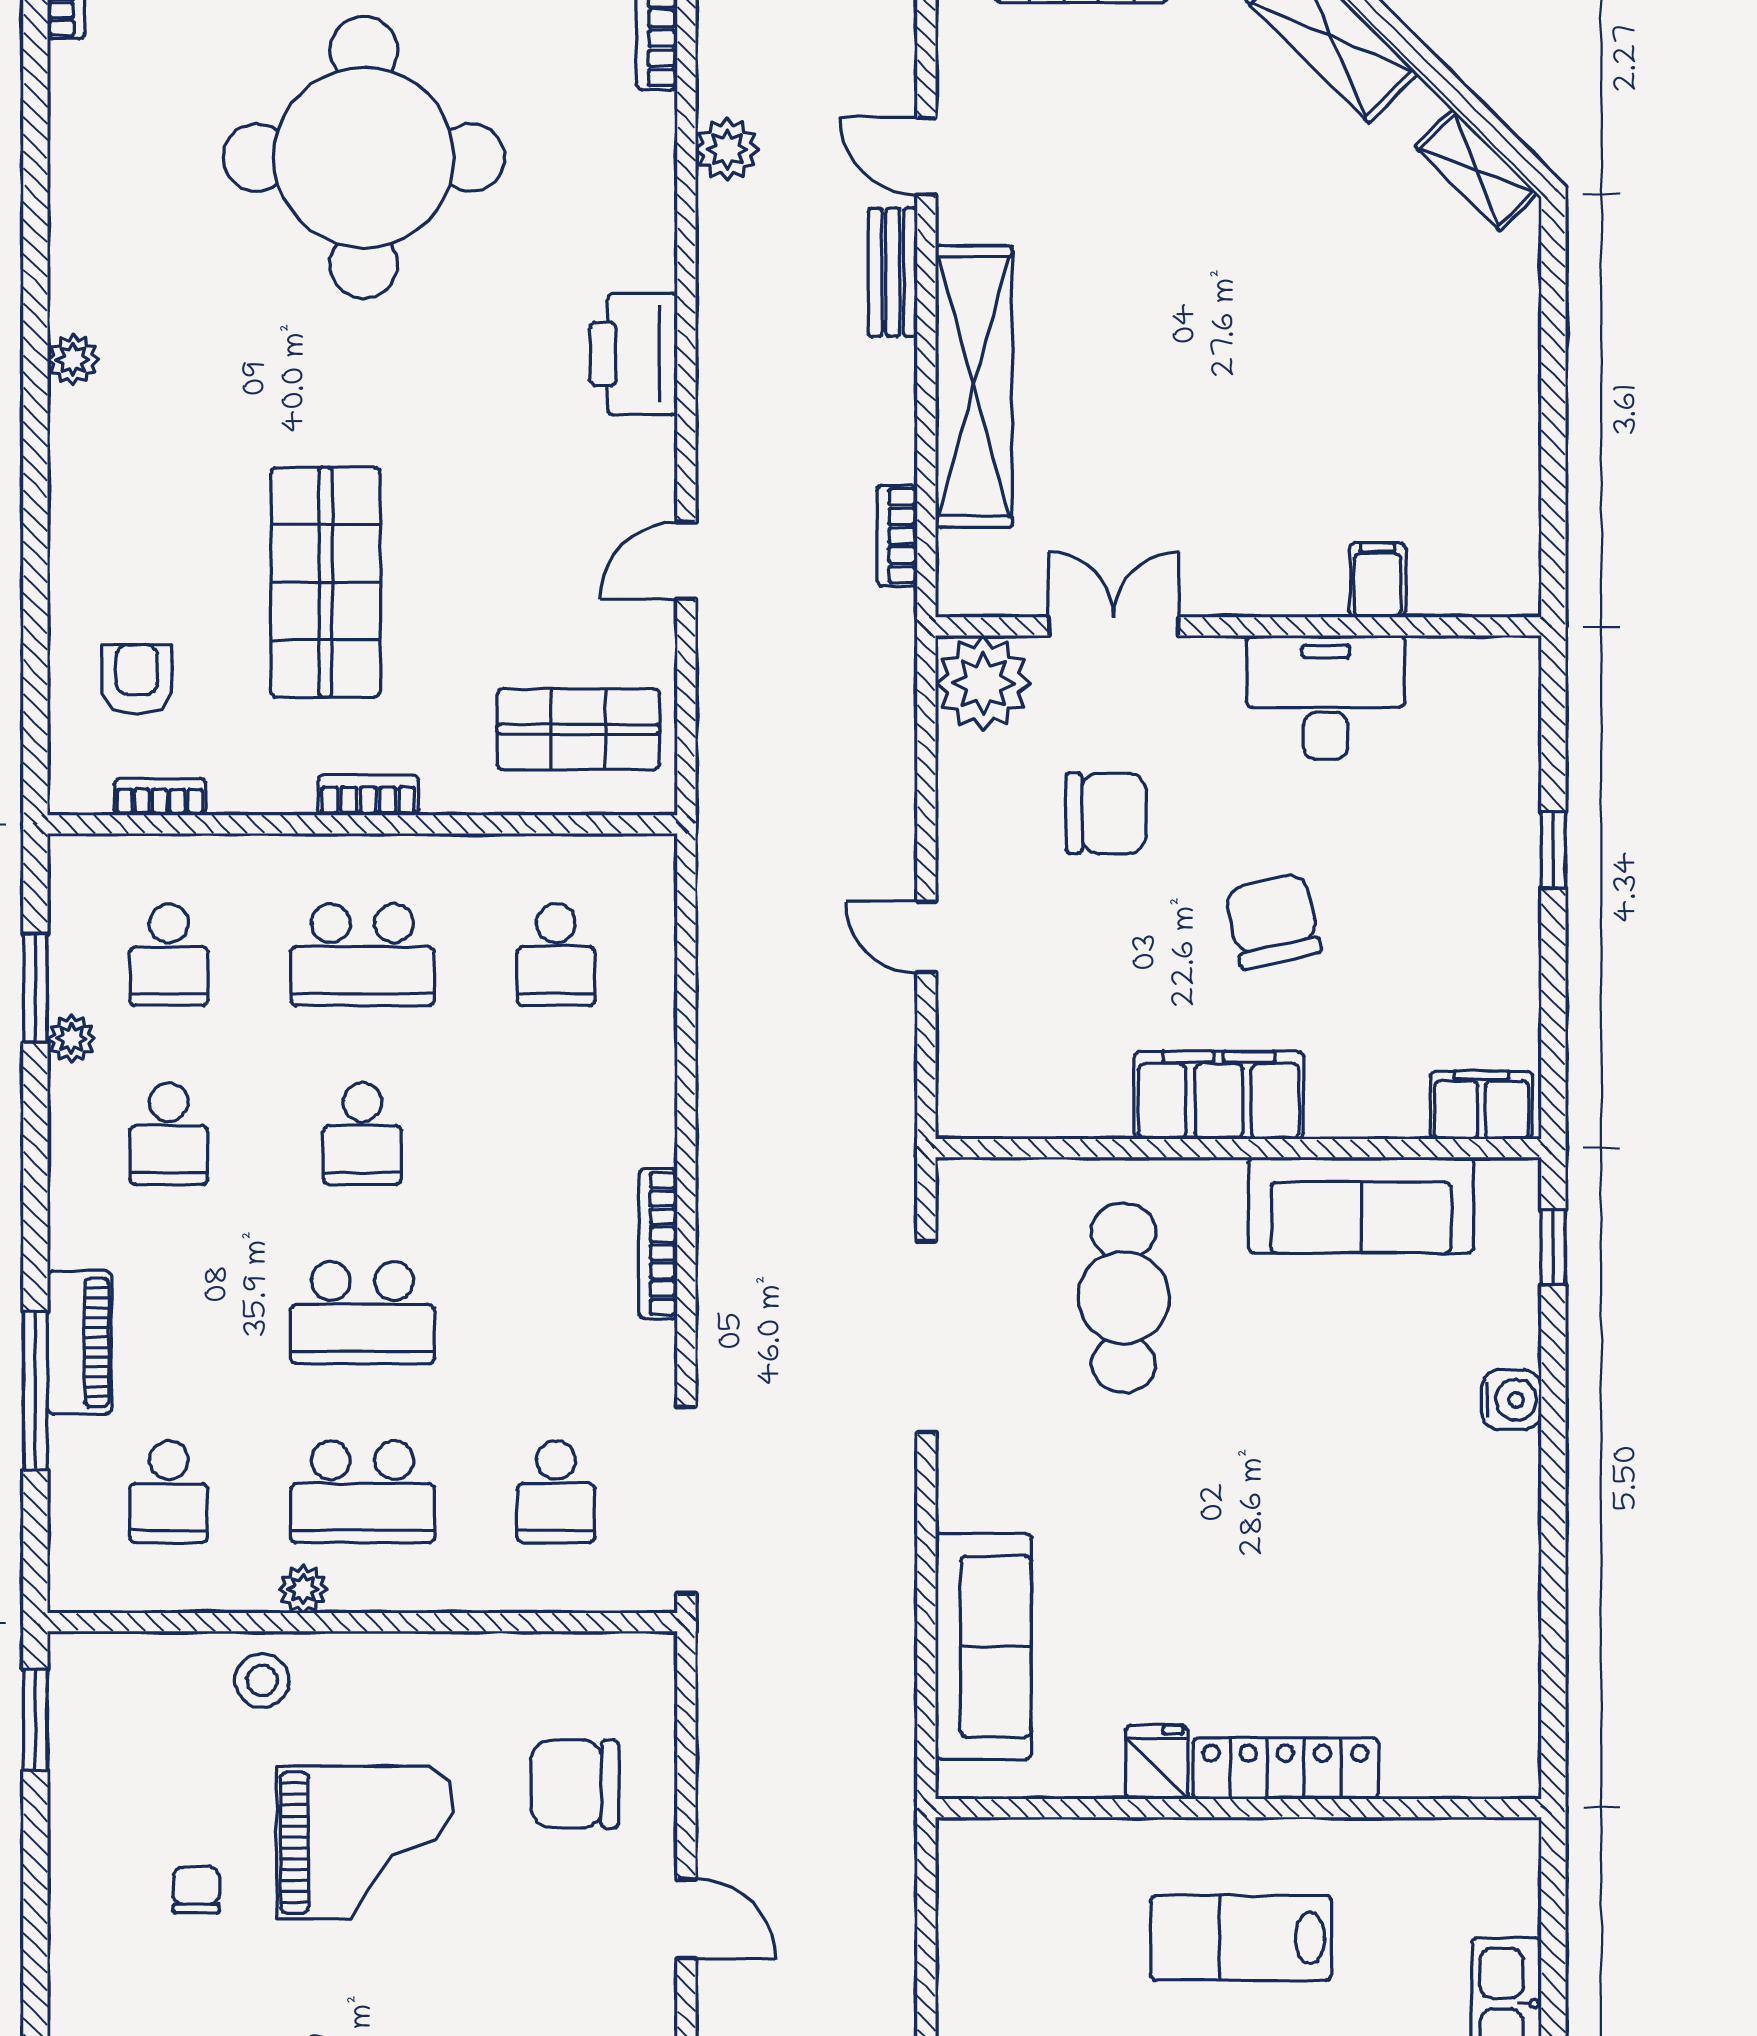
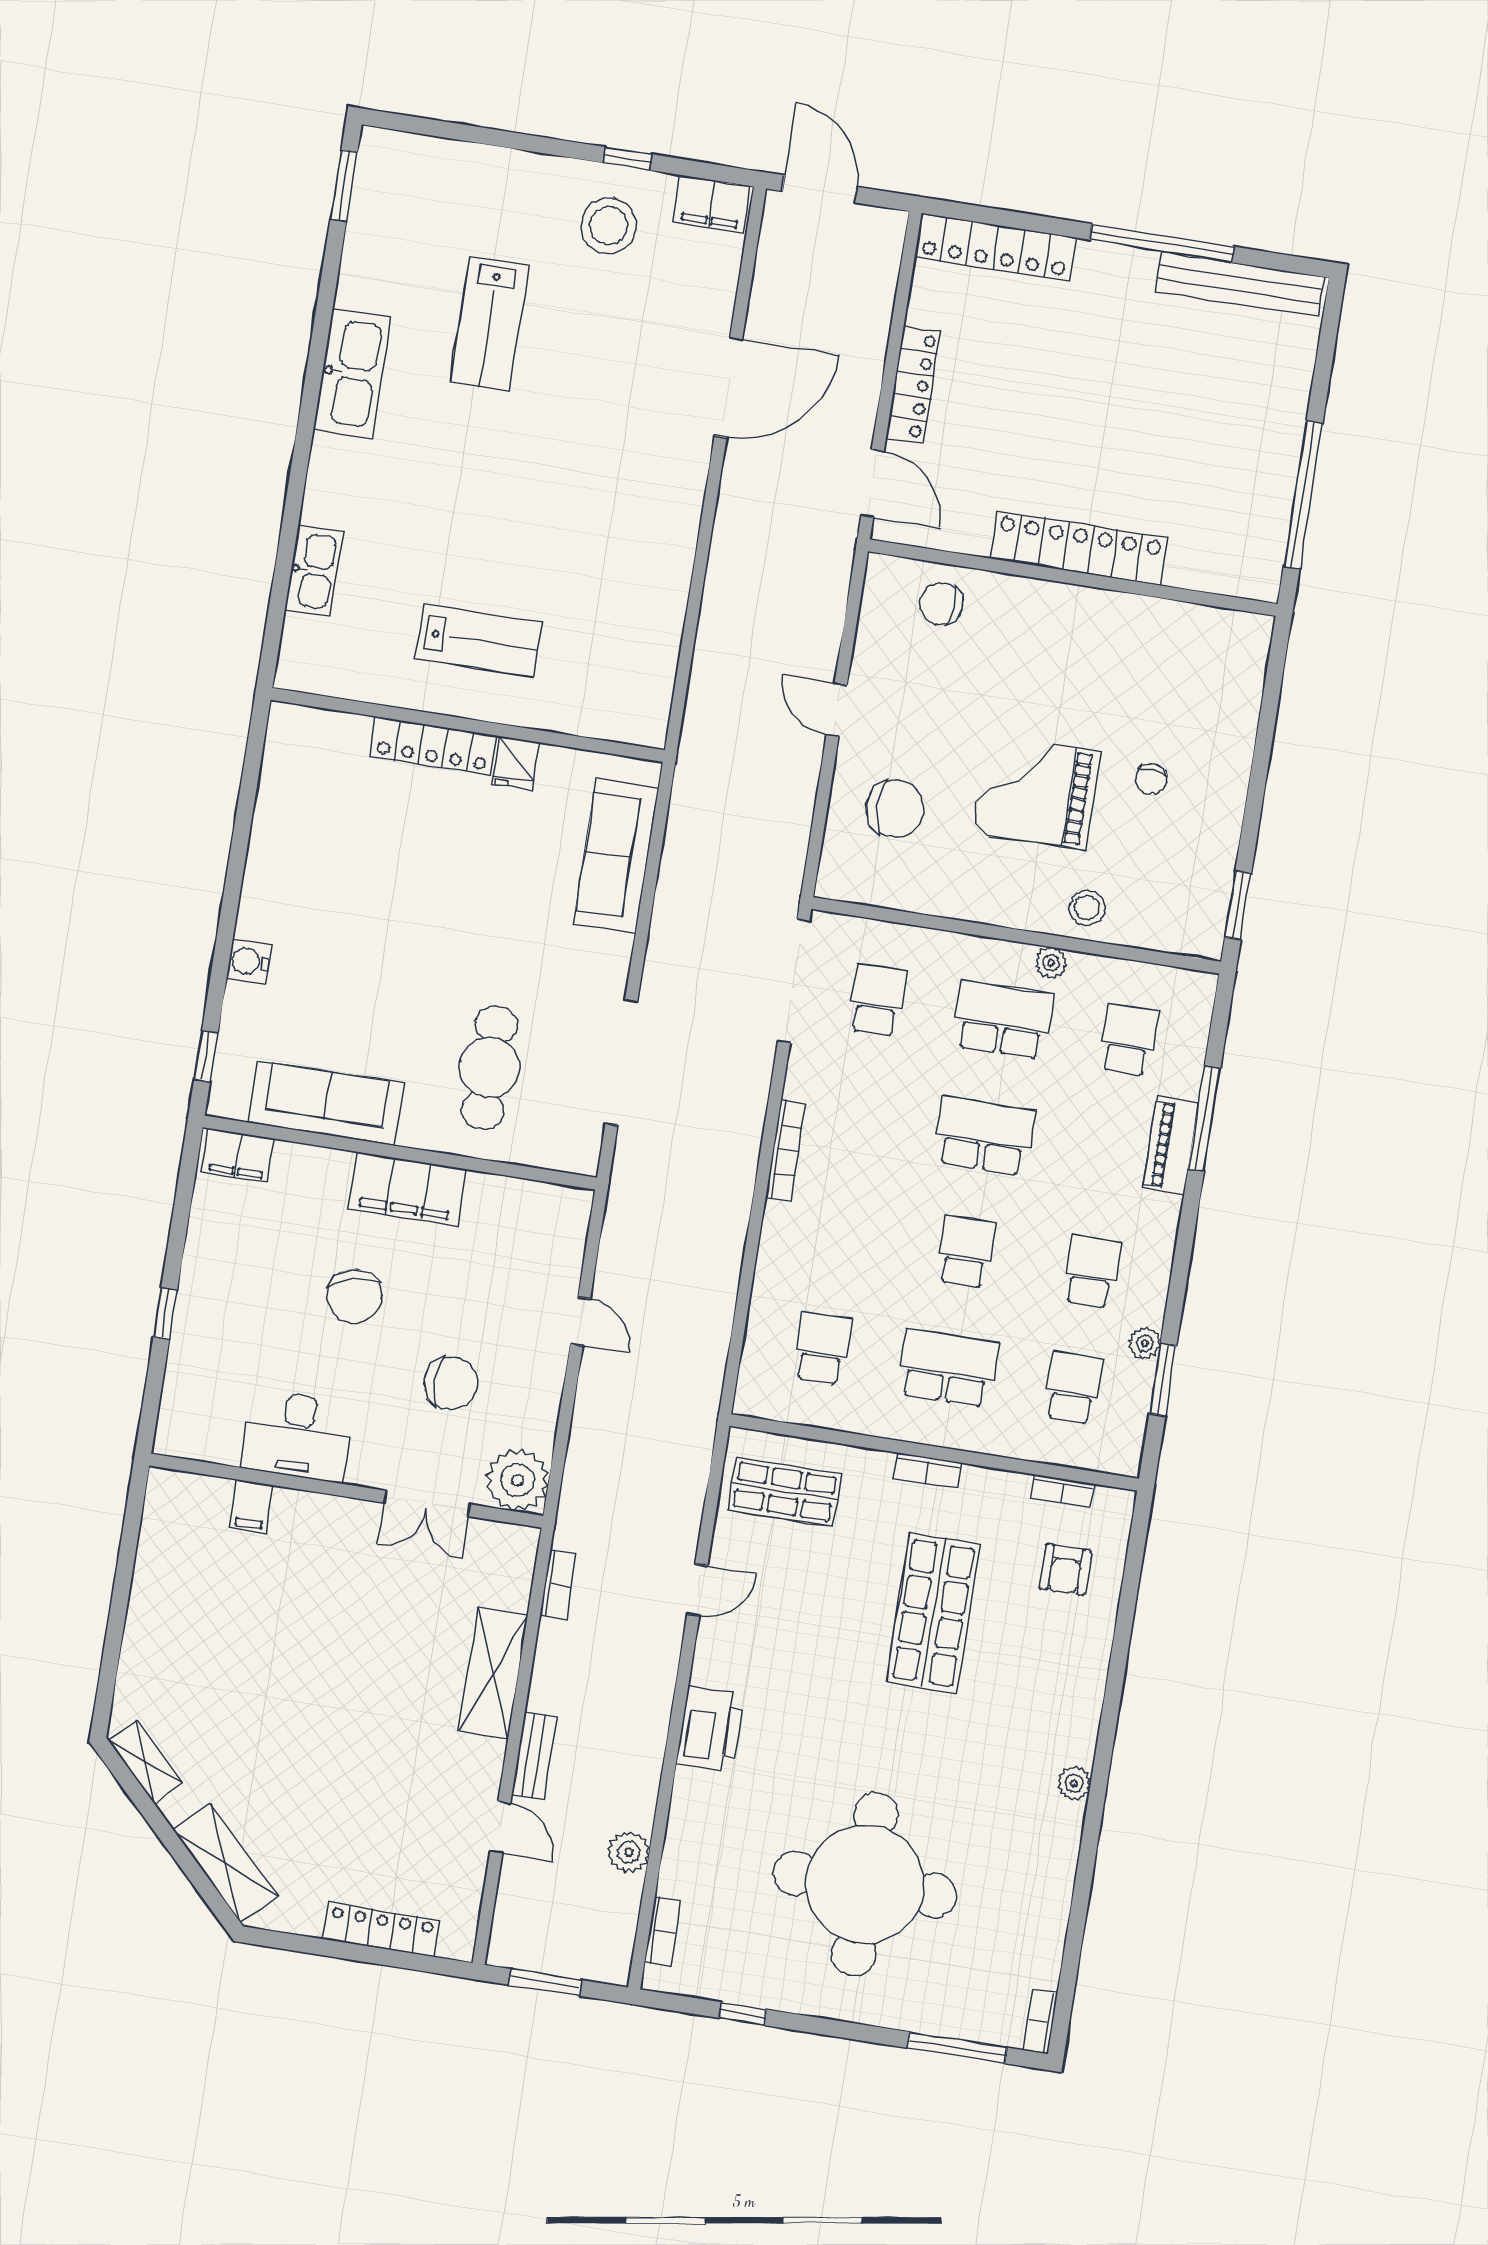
shelving: (974, 386) -> (493, 1673), width x0.68
chair: (1106, 813) -> (451, 1383), turned 180

